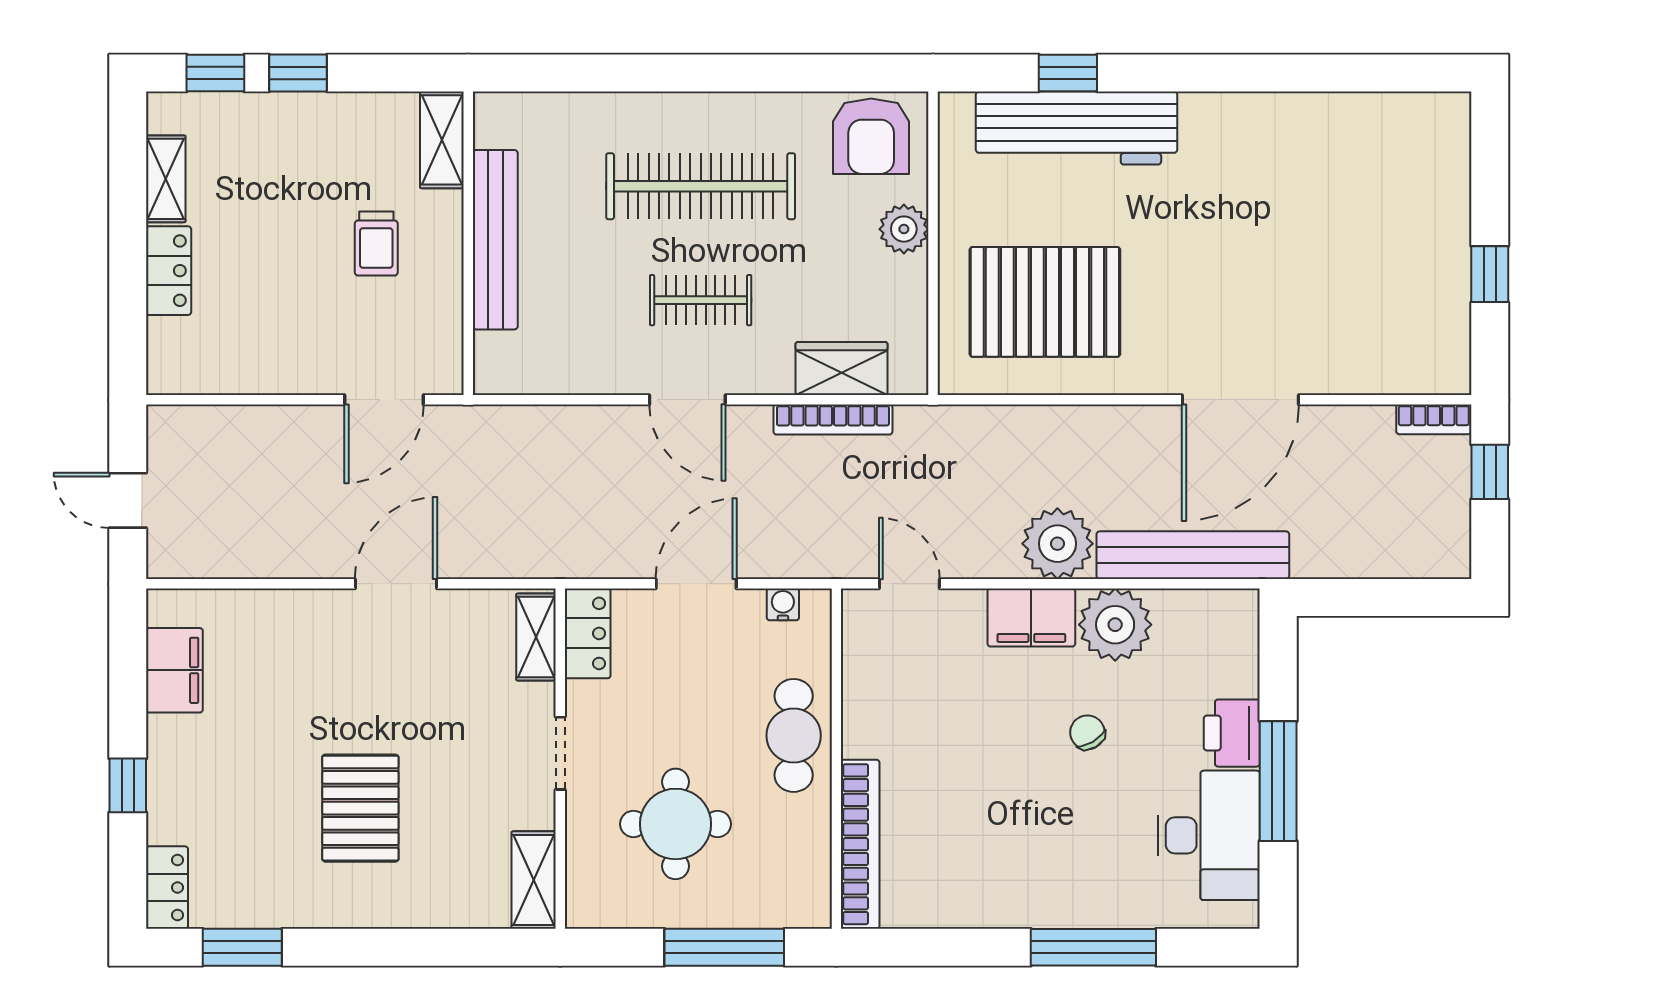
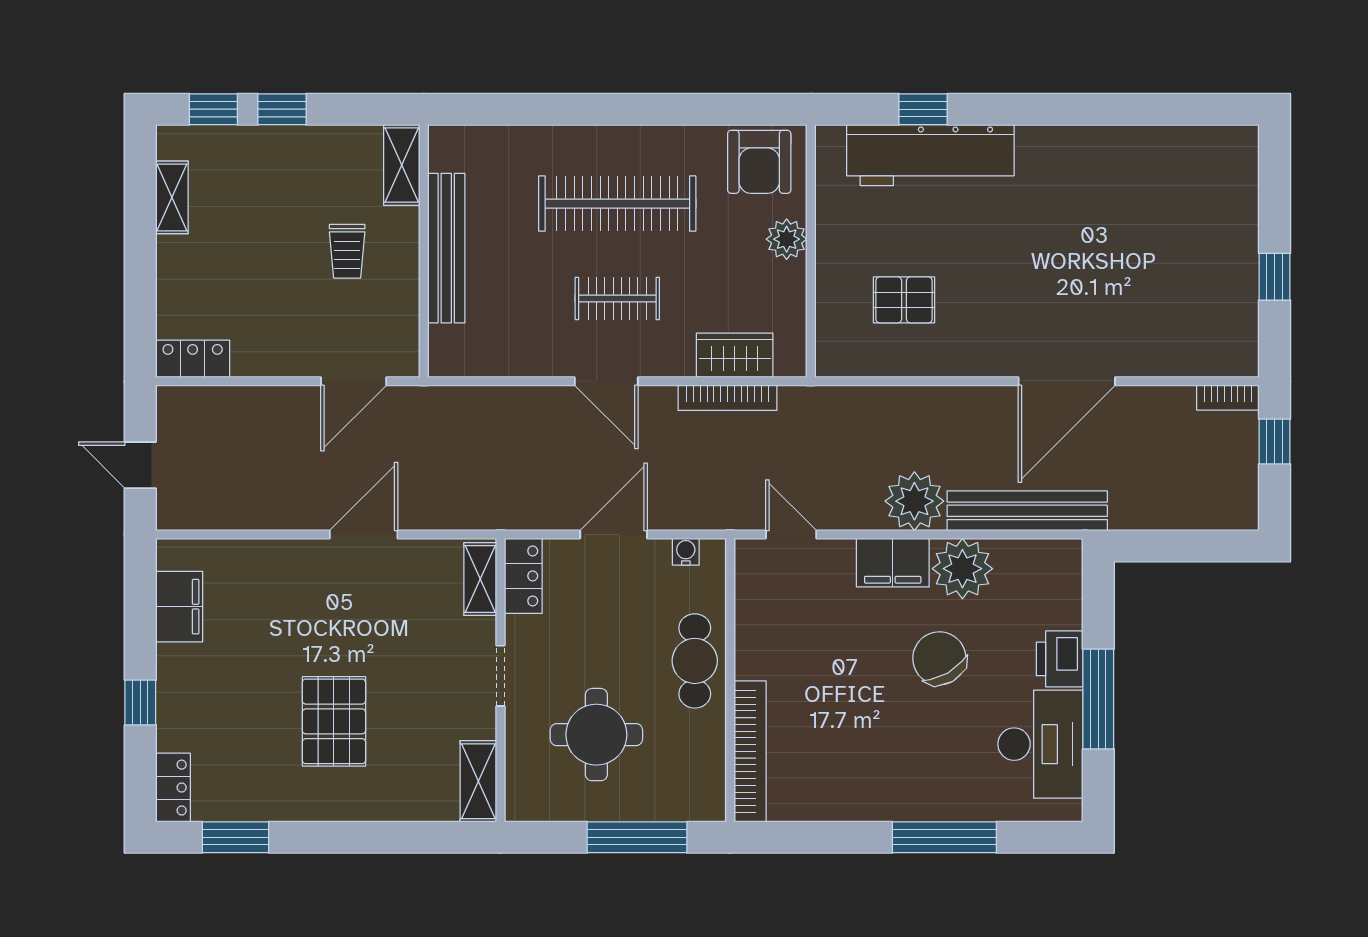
locker: (169, 271) -> (193, 359), moved, turned -90
pallet: (1045, 302) -> (904, 300), width x0.49, depth x0.50
chair: (1087, 732) -> (939, 658), width x1.87, depth x1.87

